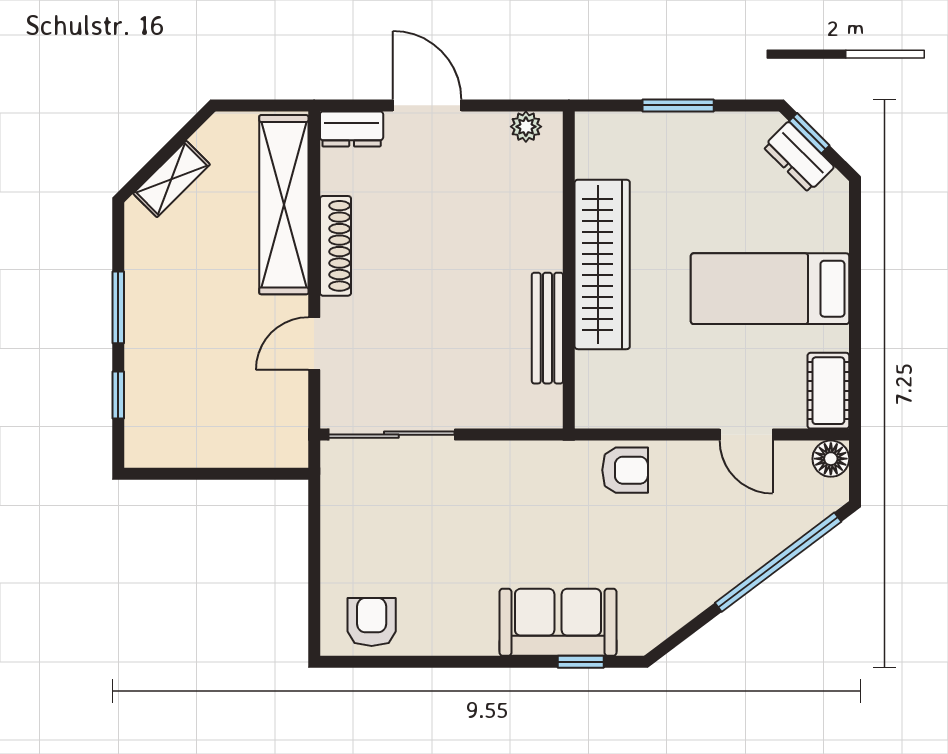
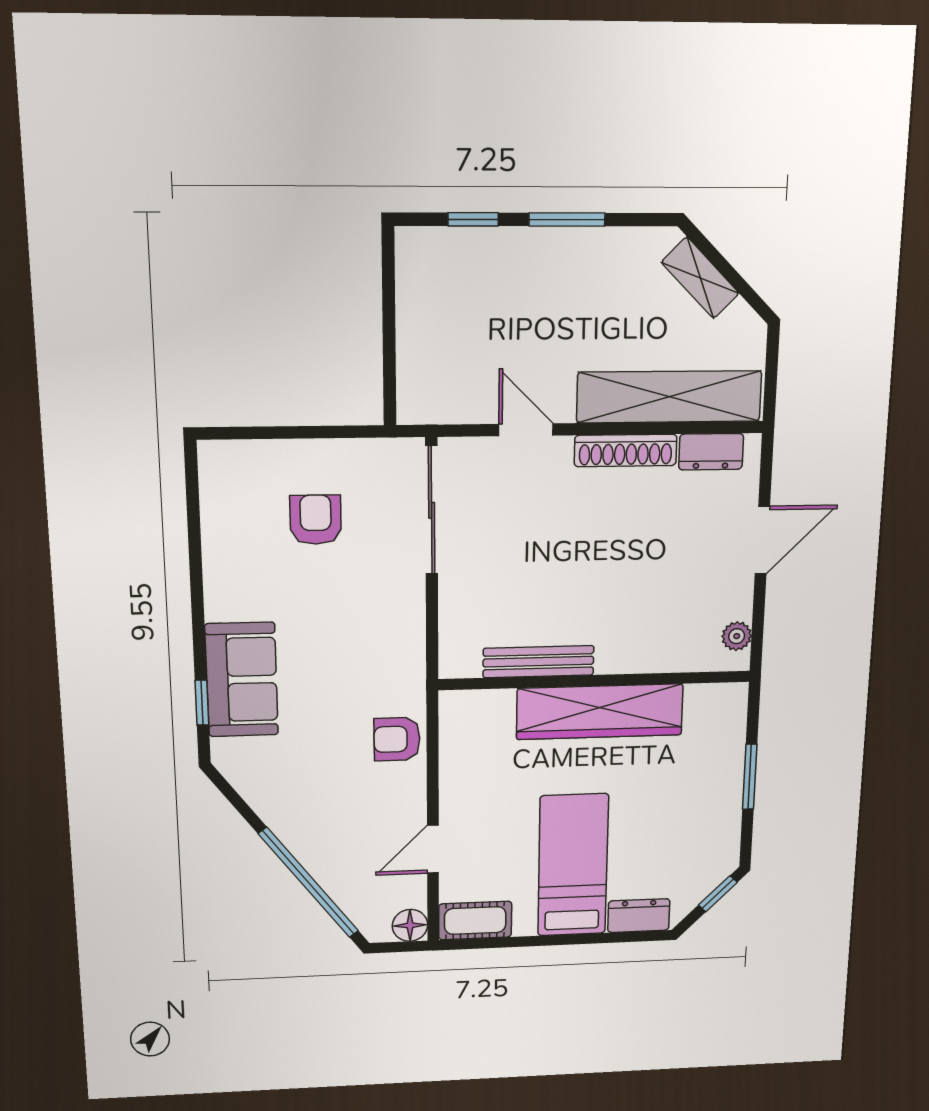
dresser: (352, 129) -> (711, 452), moved, turned -90
dresser: (799, 157) -> (639, 916), moved, turned 45
armchair: (625, 470) -> (397, 739), turned 90
armchair: (372, 622) -> (316, 520), moved, turned -90

